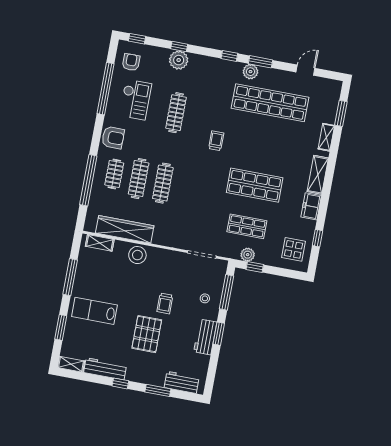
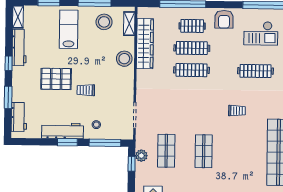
shop shelf: (255, 185) -> (204, 151), width x0.70, depth x0.74
stool: (93, 270) -> (104, 22), added
workbench: (205, 337) -> (62, 131), width x1.38

